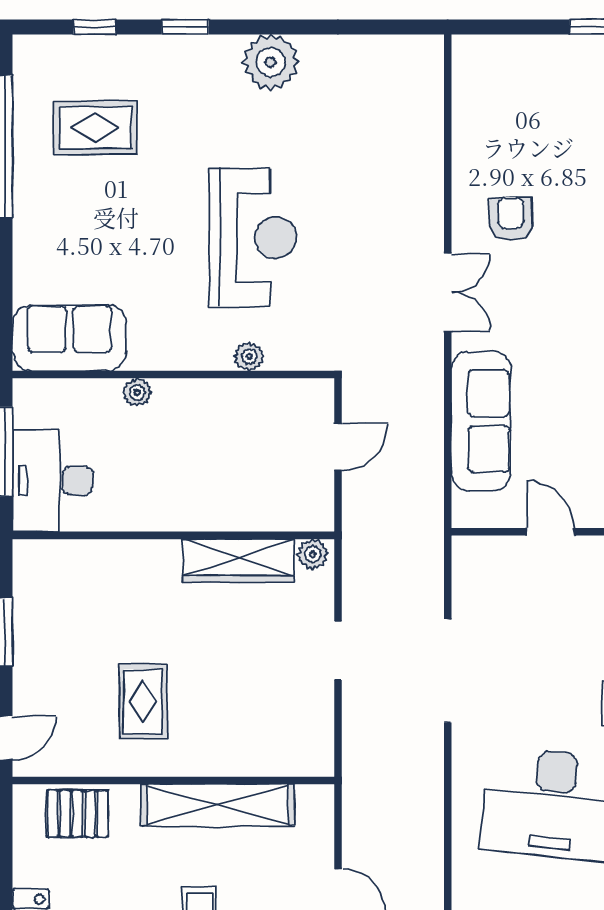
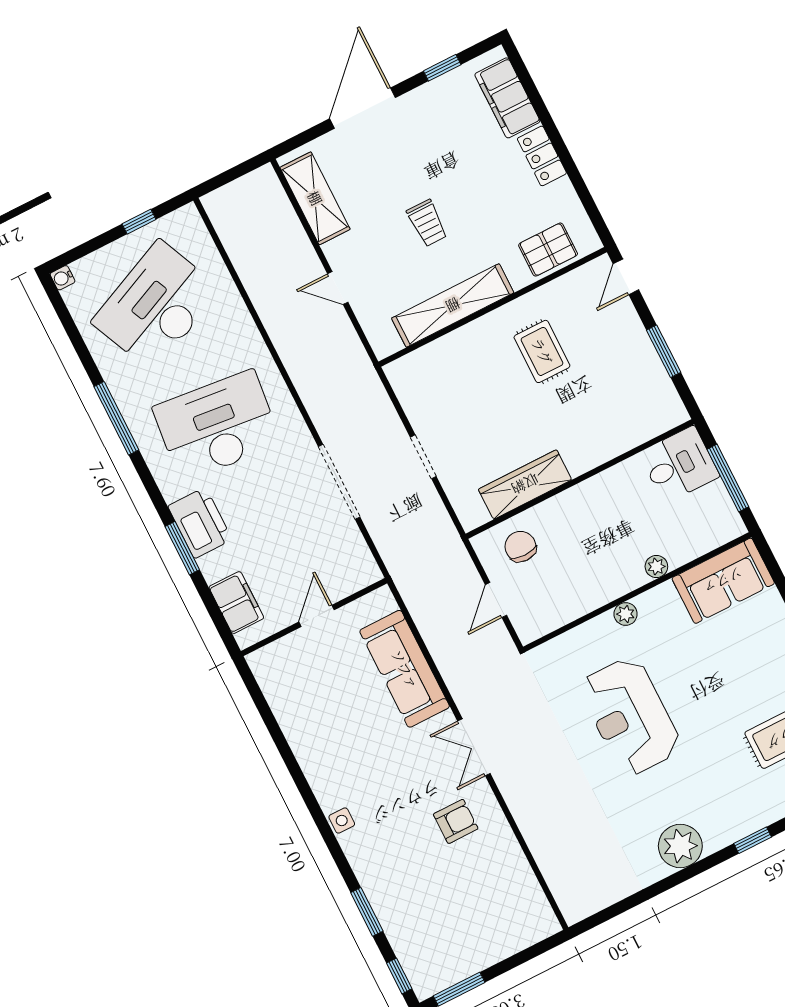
armchair: (511, 219) -> (456, 821), turned -90
plant: (249, 356) -> (626, 614), moved
desk: (53, 481) -> (679, 465), width x0.73
chair: (280, 493) -> (520, 547), added
door: (550, 532) -> (317, 616), swing flipped
plant: (313, 554) -> (475, 515), removed

